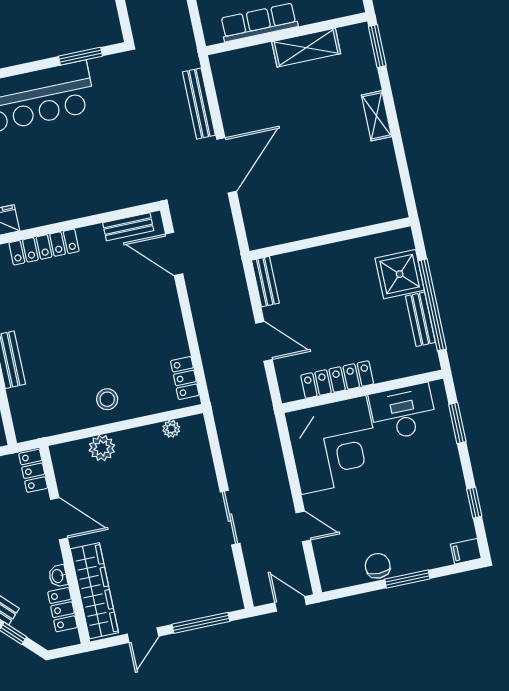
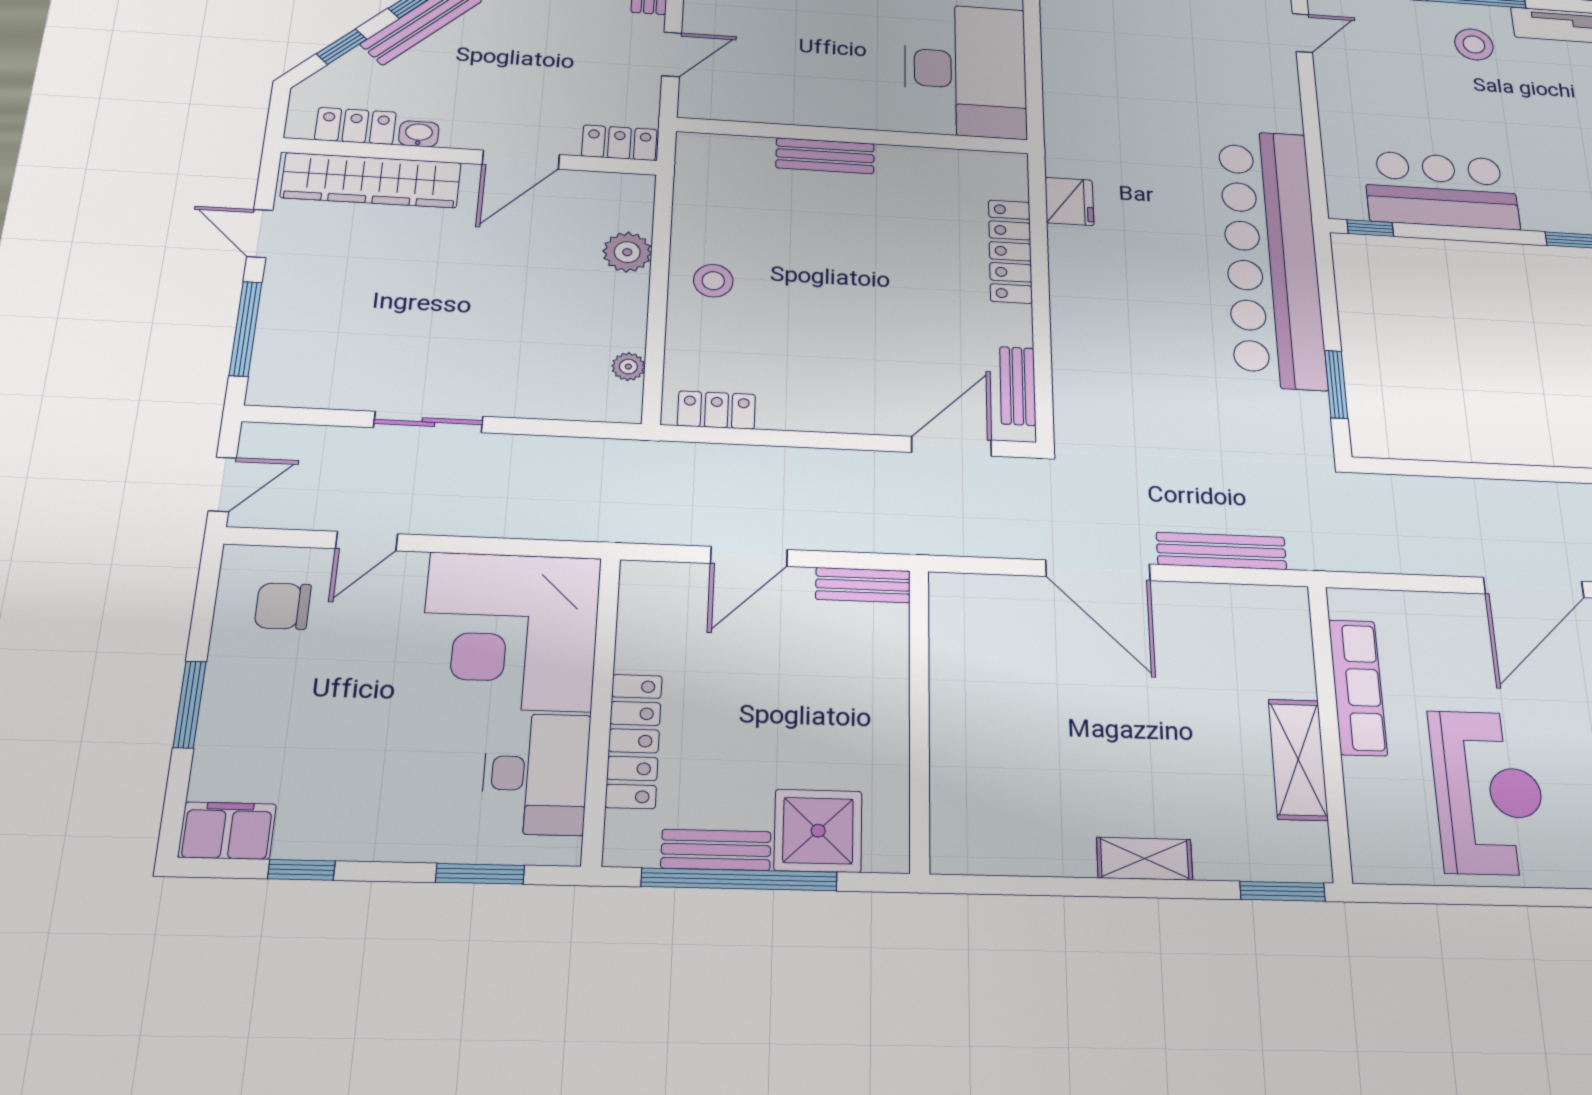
locker: (337, 380) -> (634, 741), moved
filing cabinet: (466, 551) -> (227, 831), width x2.00
chair: (378, 566) -> (283, 606), moved, turned 180

